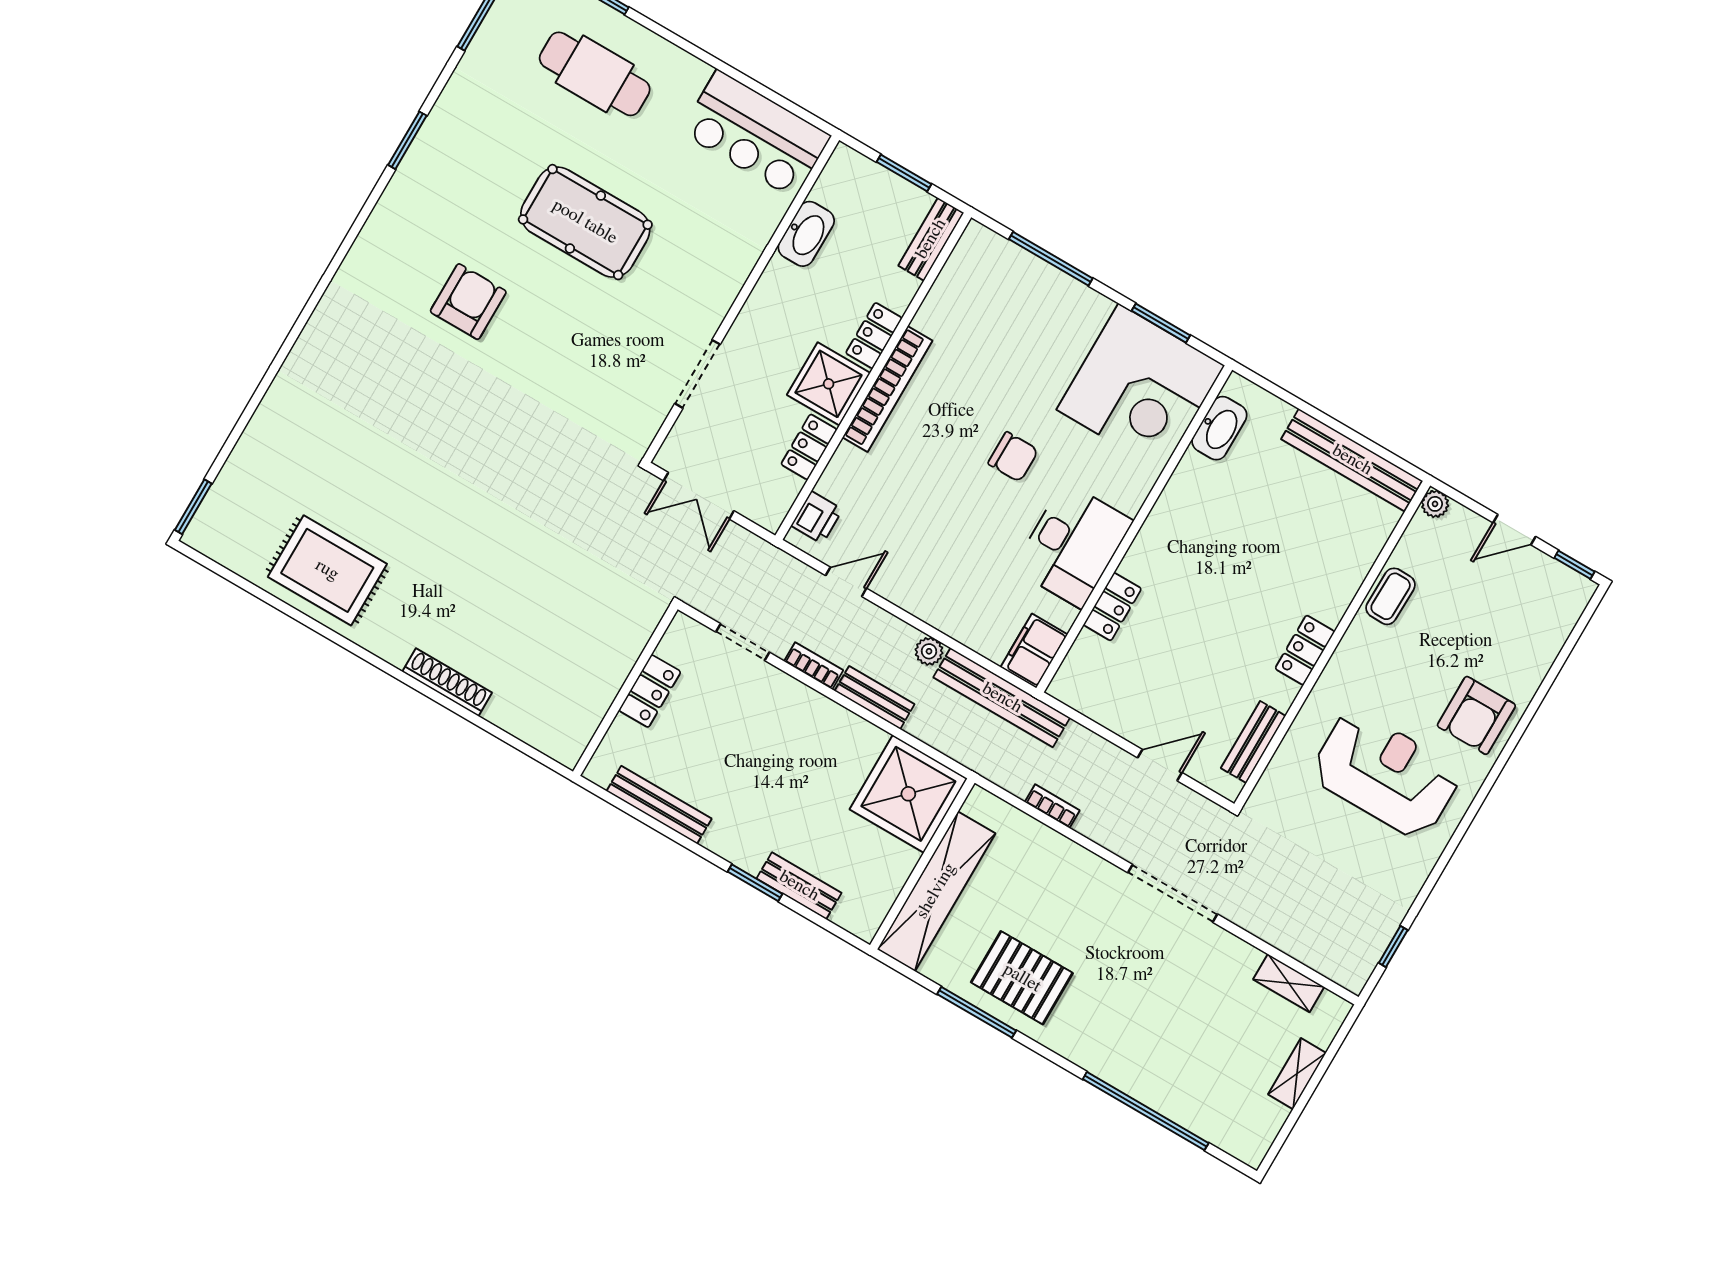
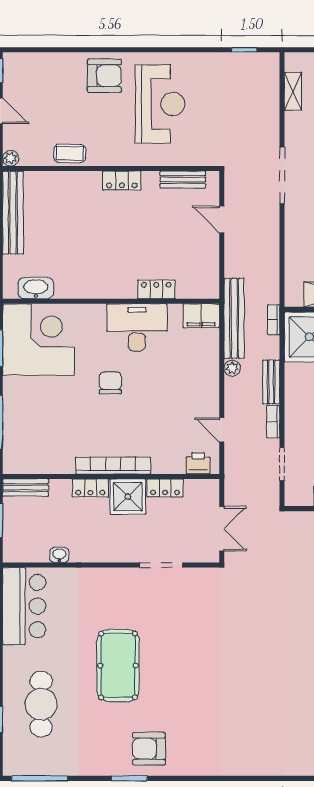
washbasin: (806, 234) -> (59, 555), width x0.52, depth x0.69
armchair: (468, 302) -> (149, 749), moved
reception desk: (1386, 774) -> (160, 104), turned 180
bookcase: (1052, 806) -> (274, 320), moved

